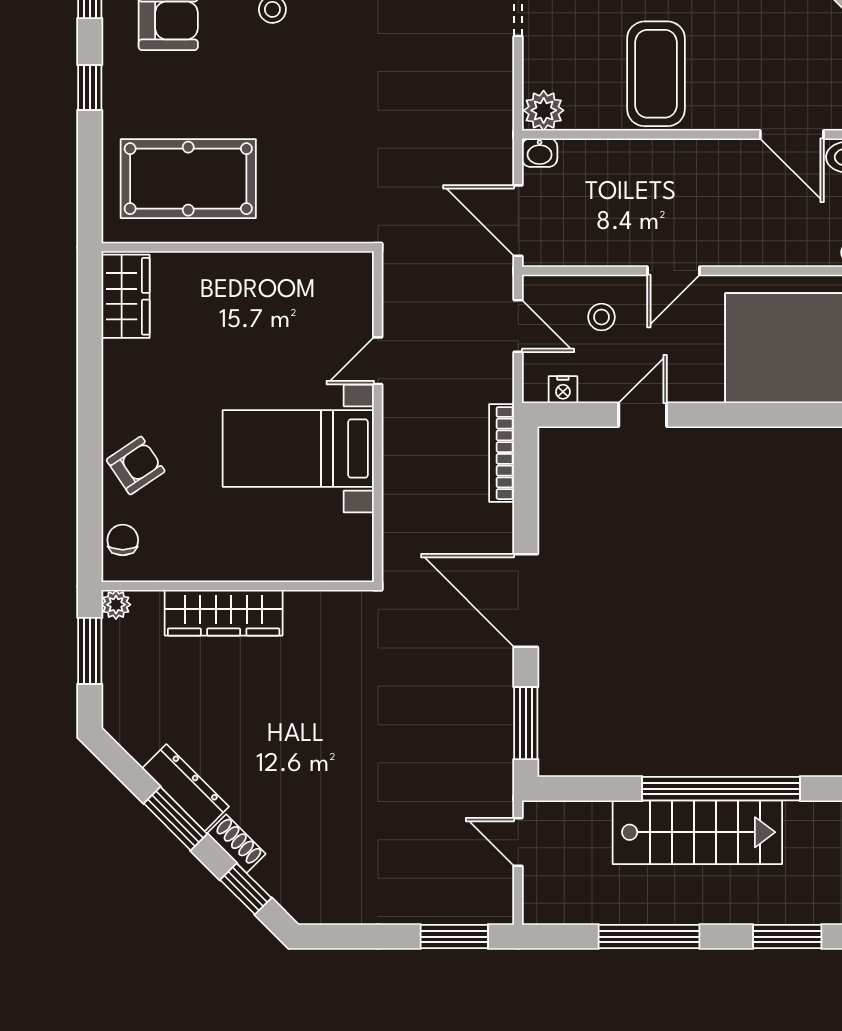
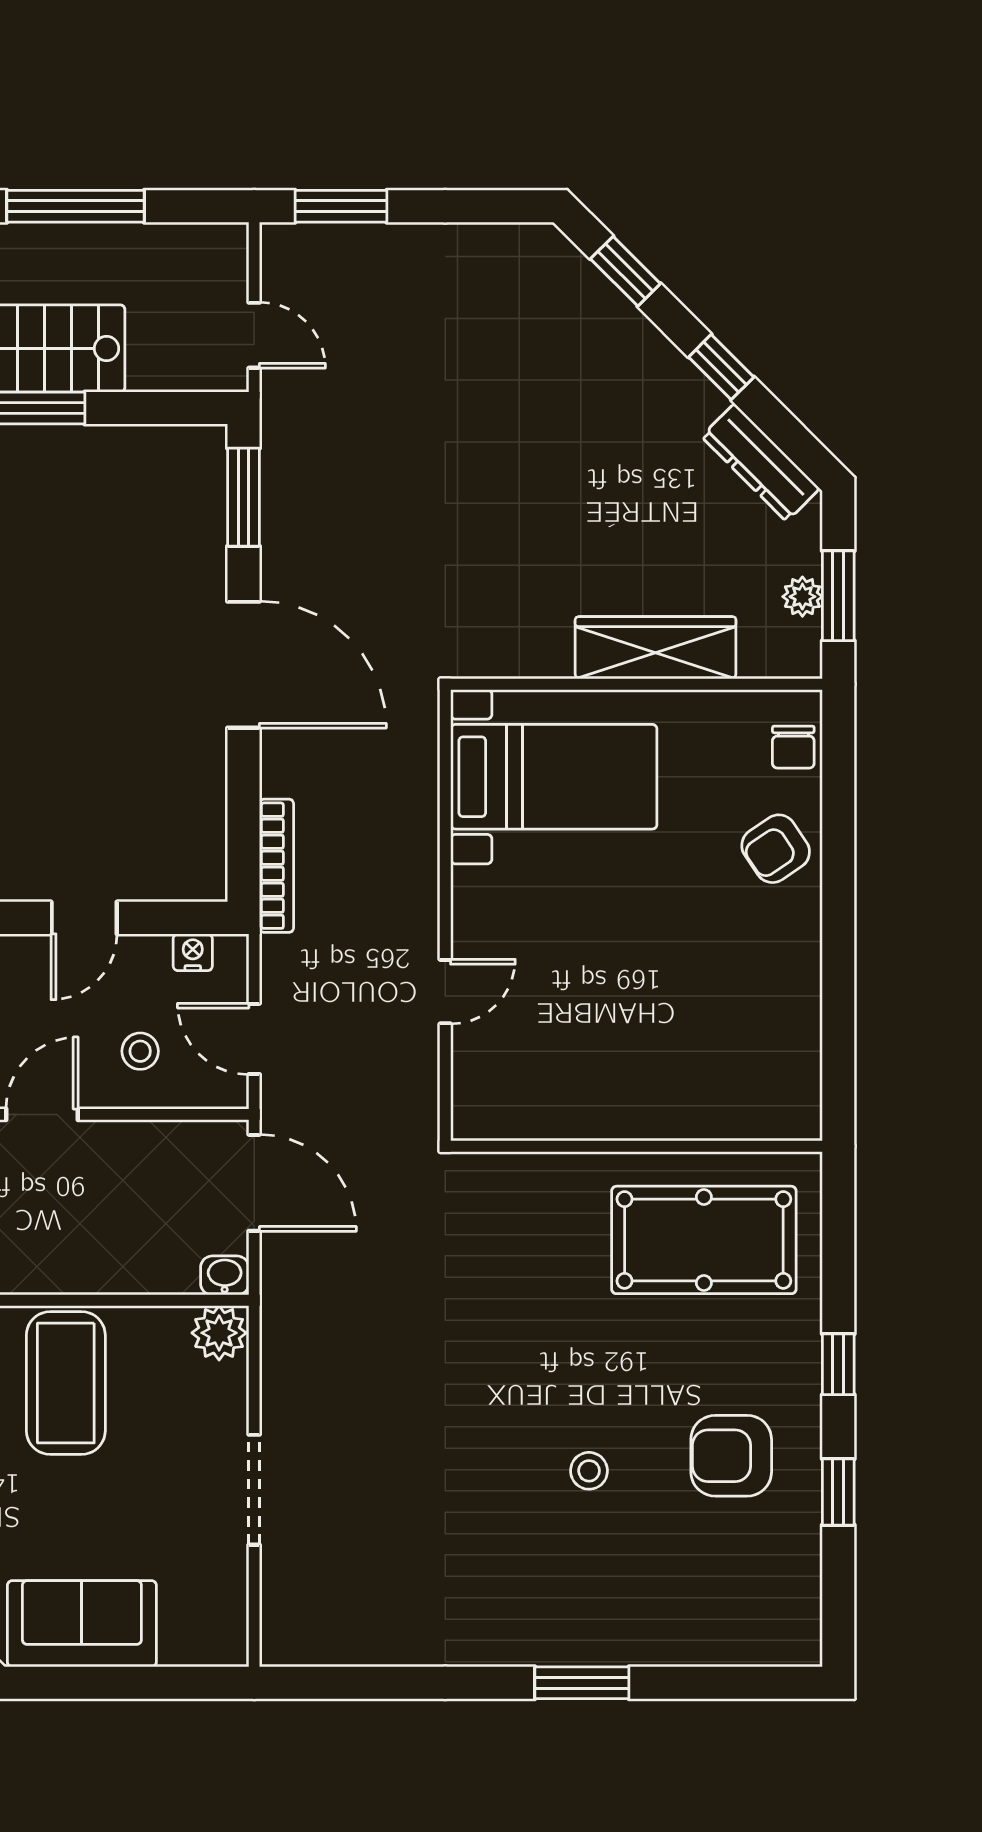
wardrobe: (126, 296) -> (789, 1079), removed
bed with nightstands: (298, 449) -> (554, 777), moved
plant: (116, 605) -> (802, 597), moved
dresser: (186, 788) -> (761, 462), moved
window: (176, 819) -> (721, 367), width x0.67
shoe rack: (236, 844) -> (638, 333), removed

